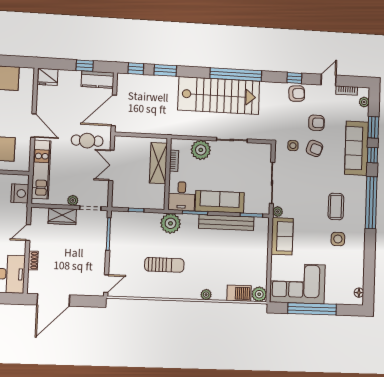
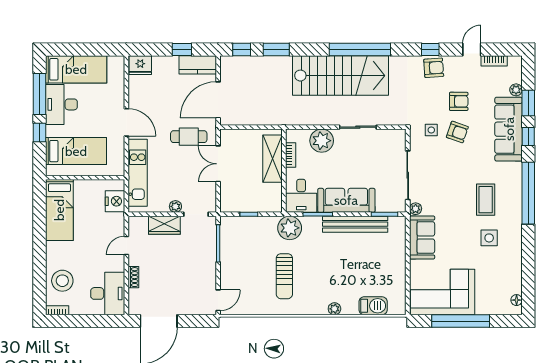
plant: (364, 102) -> (516, 90), moved
sun lounger: (164, 265) -> (284, 276), turned 90
plant: (259, 294) -> (397, 306), removed

